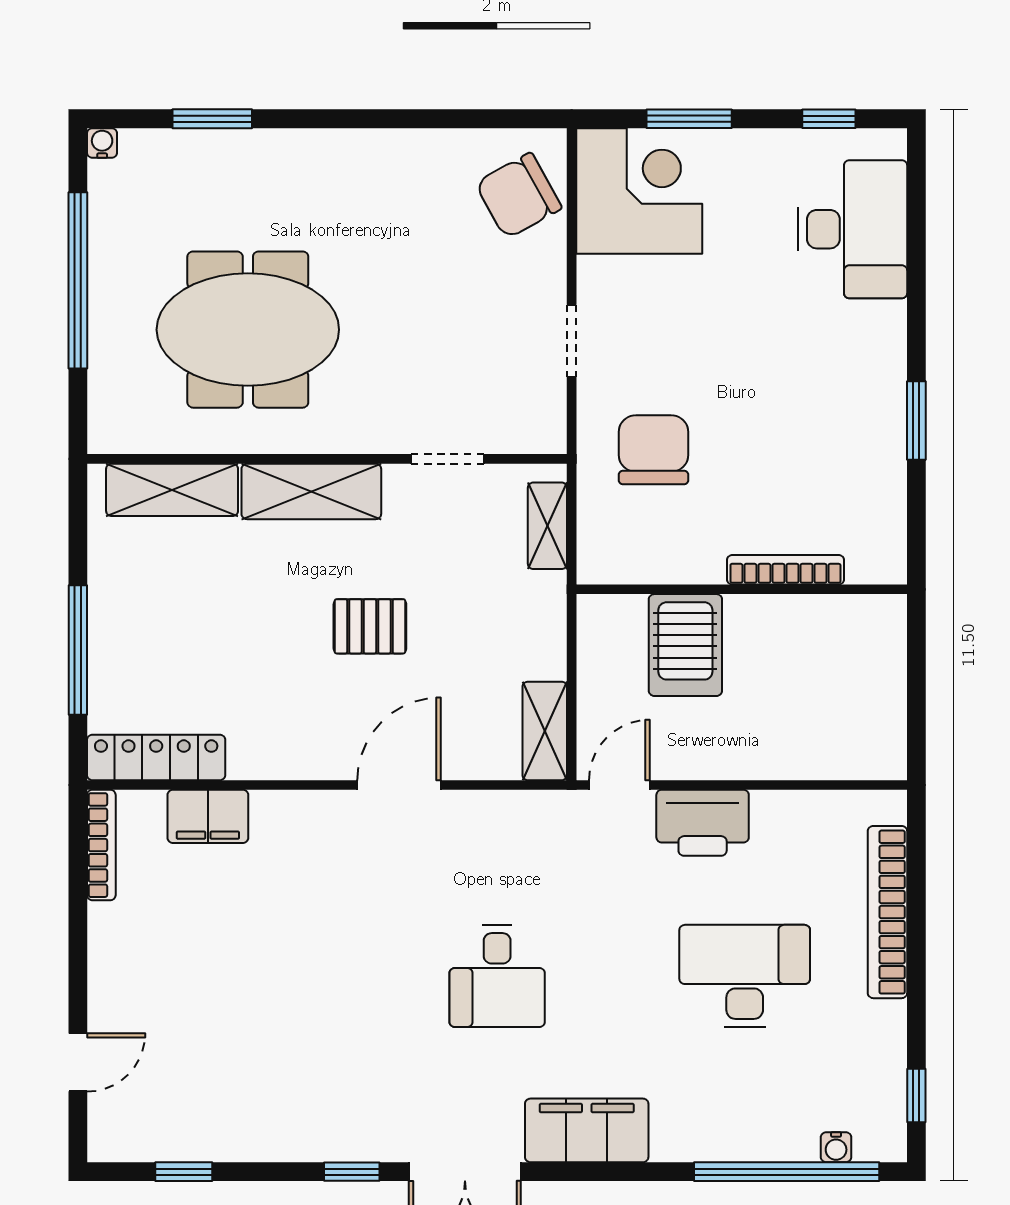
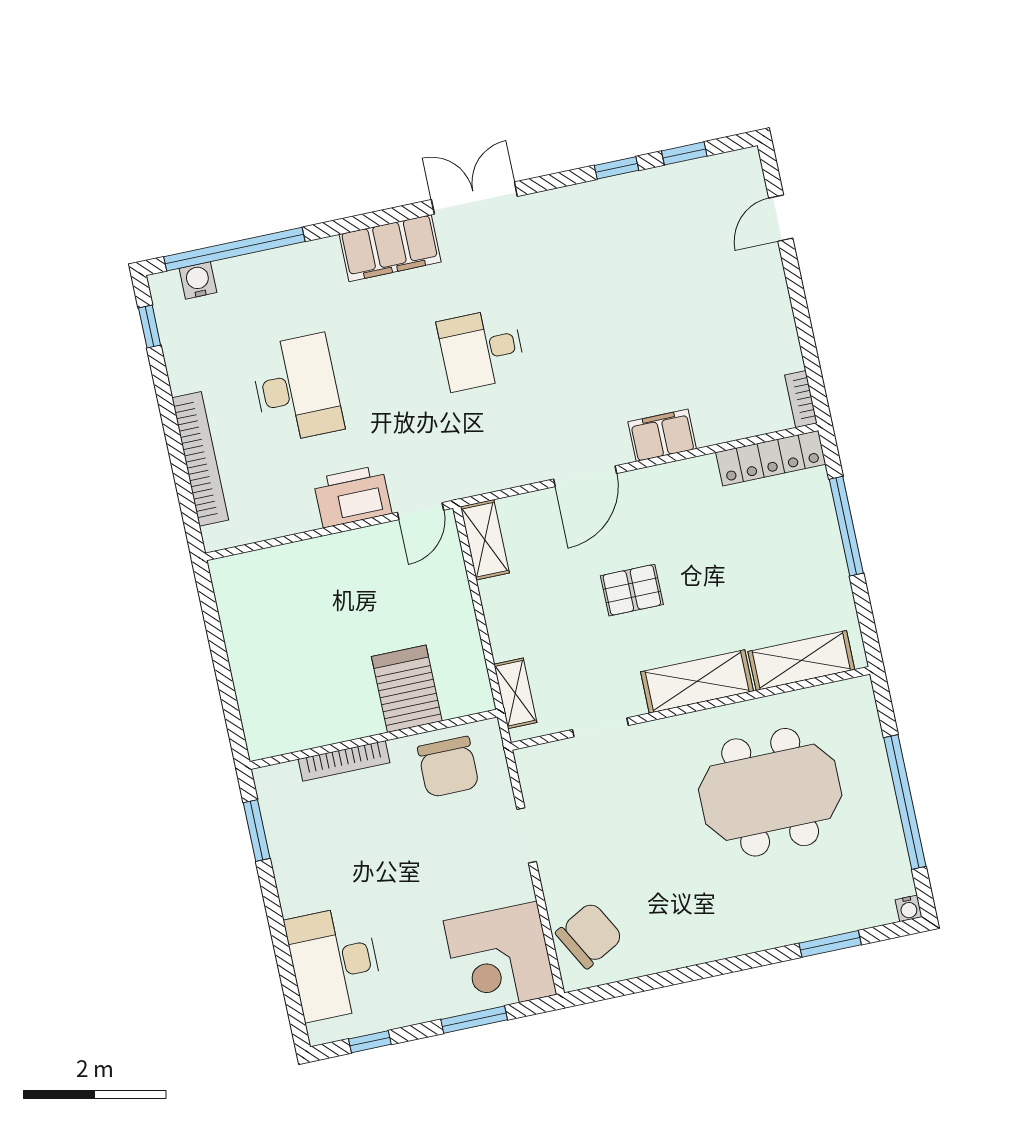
bookcase: (785, 570) -> (344, 761), moved
wall: (742, 589) -> (374, 739), moved
server rack: (685, 645) -> (407, 689), moved
filing cabinet: (208, 816) -> (662, 435), moved
bookcase: (101, 845) -> (801, 399), width x0.64
desk: (497, 976) -> (482, 349), turned -90
desk: (745, 976) -> (297, 389), turned -90
water cooler: (836, 1147) -> (198, 280), width x1.38, depth x1.38
window: (352, 1172) -> (616, 168), moved

